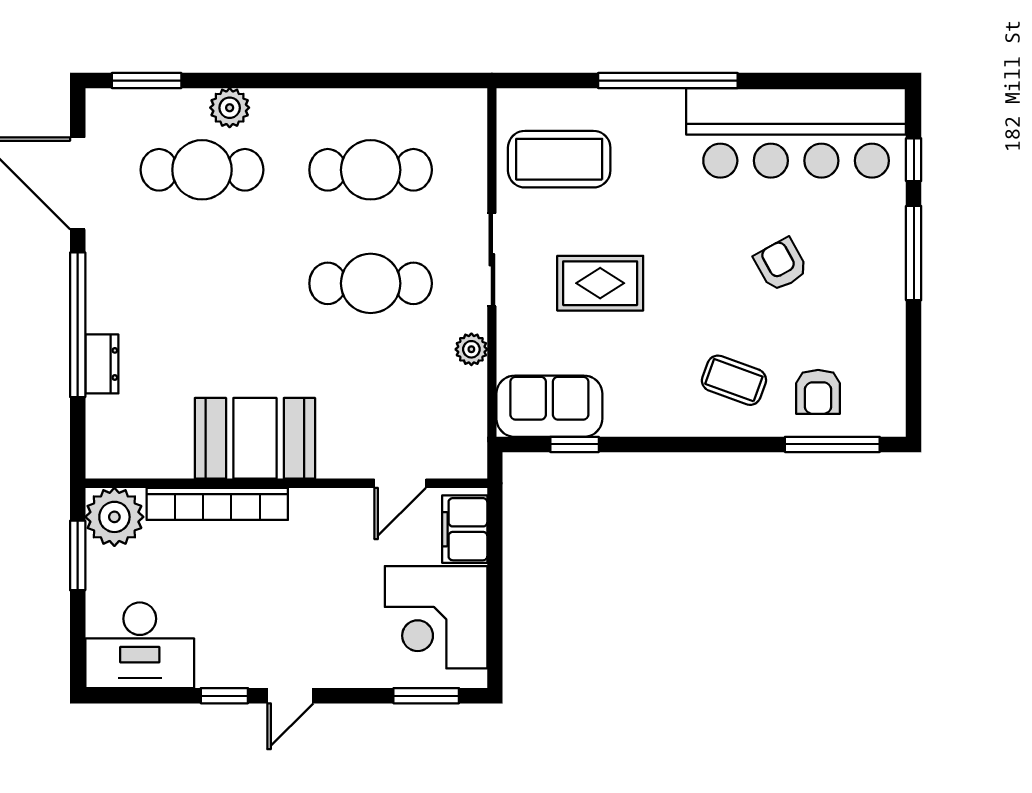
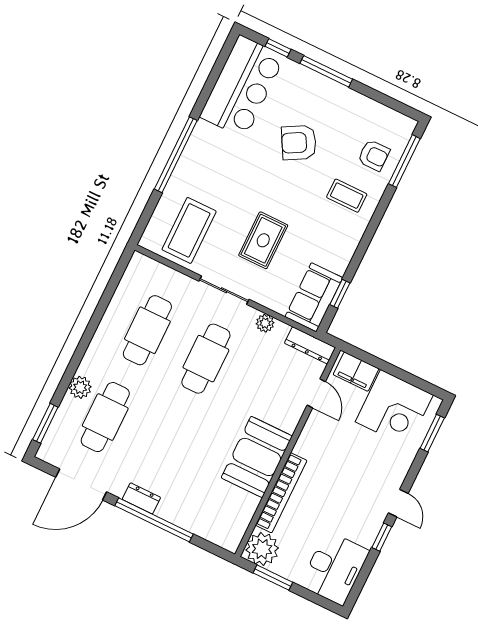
bar counter: (796, 133) -> (242, 87), width x0.73
armchair: (781, 265) -> (299, 143), width x1.38, depth x1.38
dresser: (102, 364) -> (141, 498), moved
coffee table: (734, 380) -> (347, 196), turned 70
dresser: (471, 437) -> (310, 345), added

